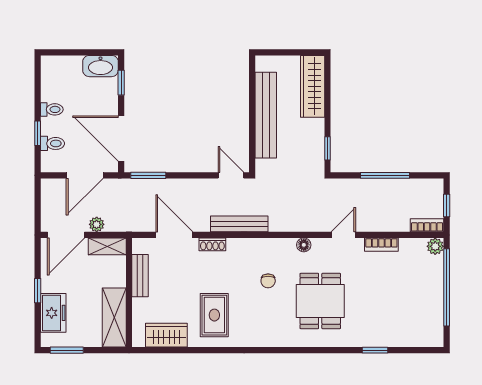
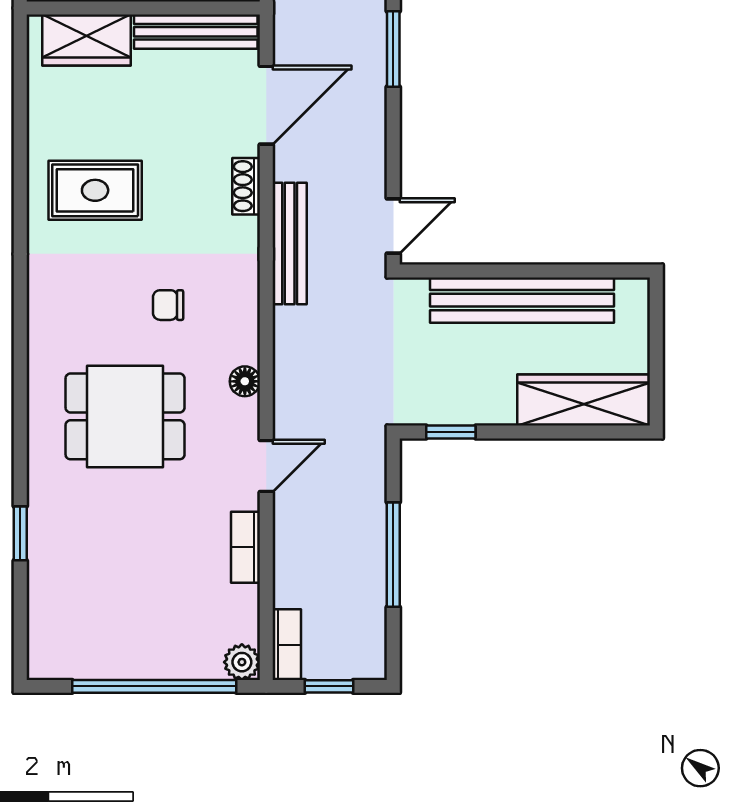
door: (343, 235) -> (266, 466), hinge flipped
bench: (140, 276) -> (196, 32), width x1.36
wardrobe: (166, 335) -> (87, 40), moved, turned 90

